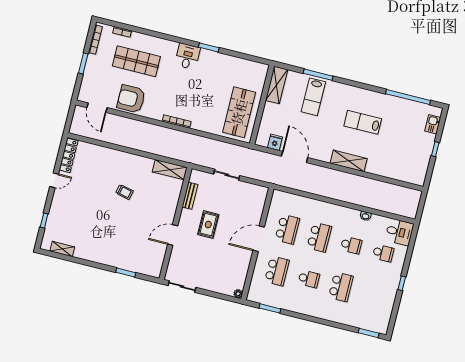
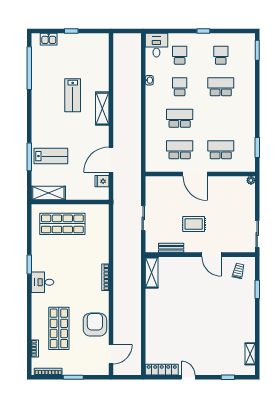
armchair: (131, 99) -> (95, 325), turned 180
shop shelf: (239, 112) -> (62, 224), moved
lab bench: (363, 122) -> (73, 95), moved
trolley: (124, 192) -> (238, 271), moved
school desk: (309, 279) -> (221, 55), moved

